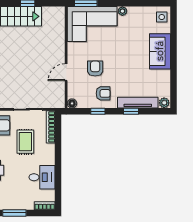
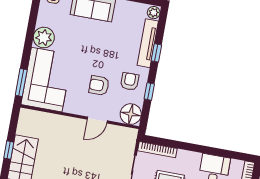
plant: (122, 11) -> (44, 38), width x1.87, depth x1.87
door: (66, 72) -> (97, 120), hinge flipped
floor lamp: (72, 103) -> (131, 114), width x1.89, depth x1.89

